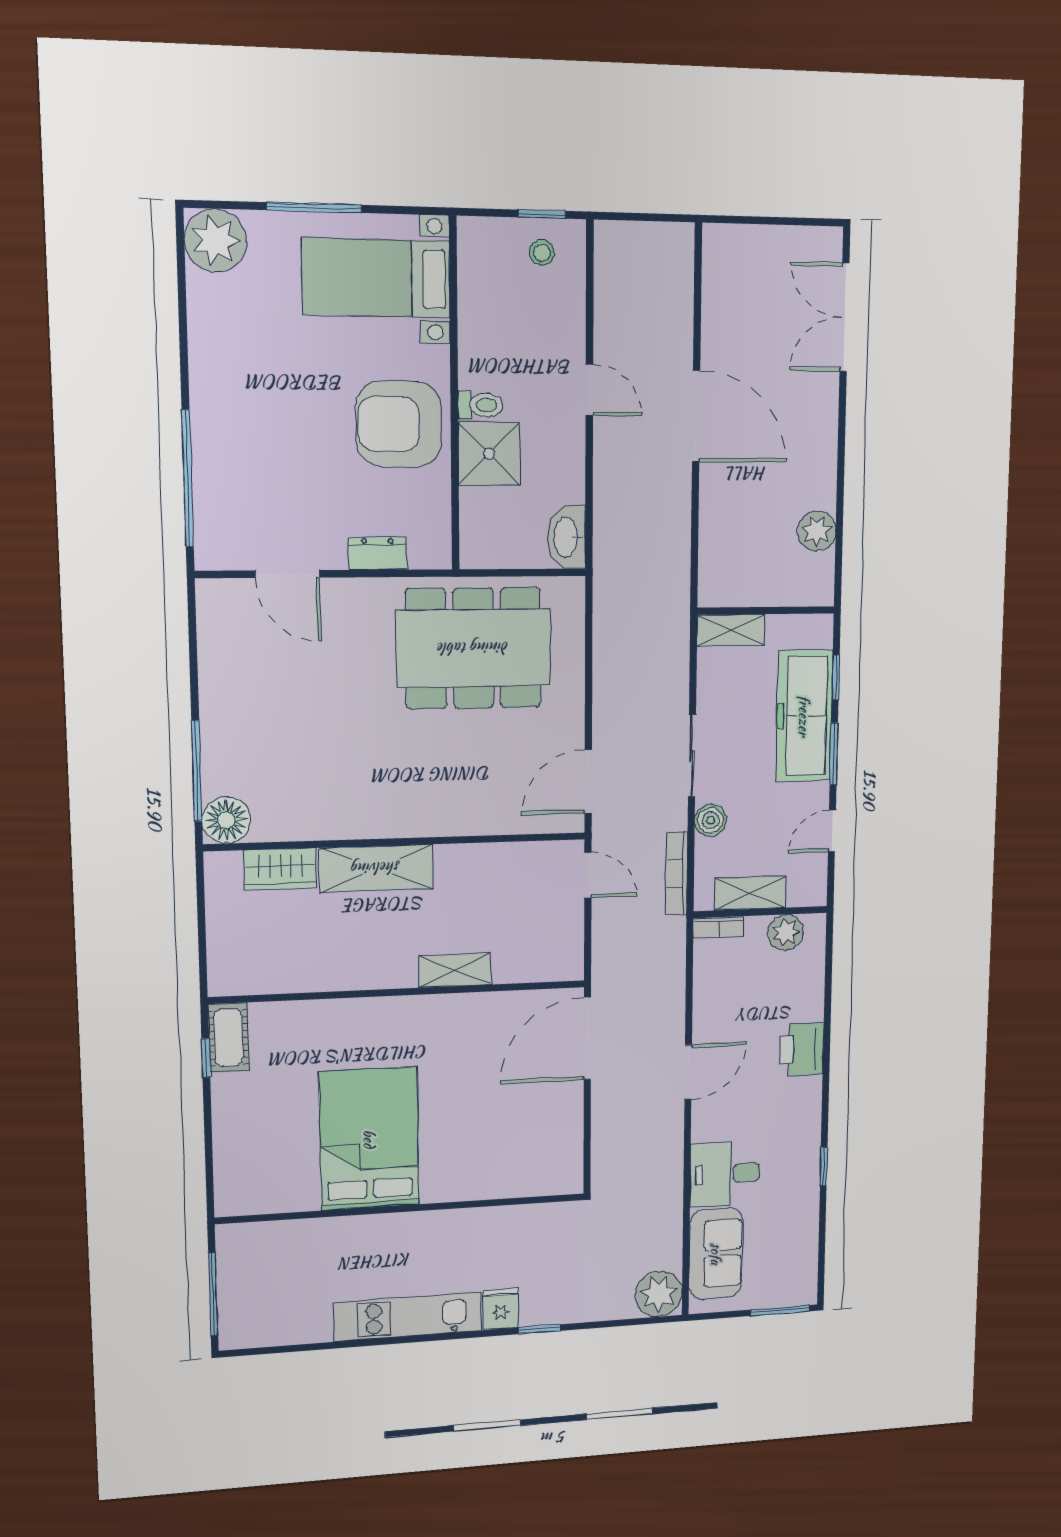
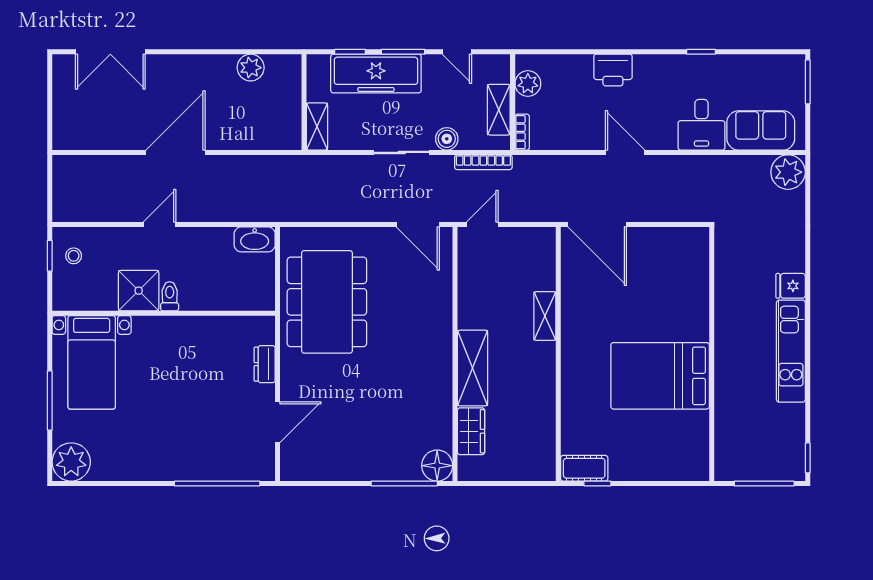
armchair: (399, 424) -> (182, 349), removed
shower: (489, 454) -> (139, 291), moved
window: (540, 1329) -> (808, 458), moved

